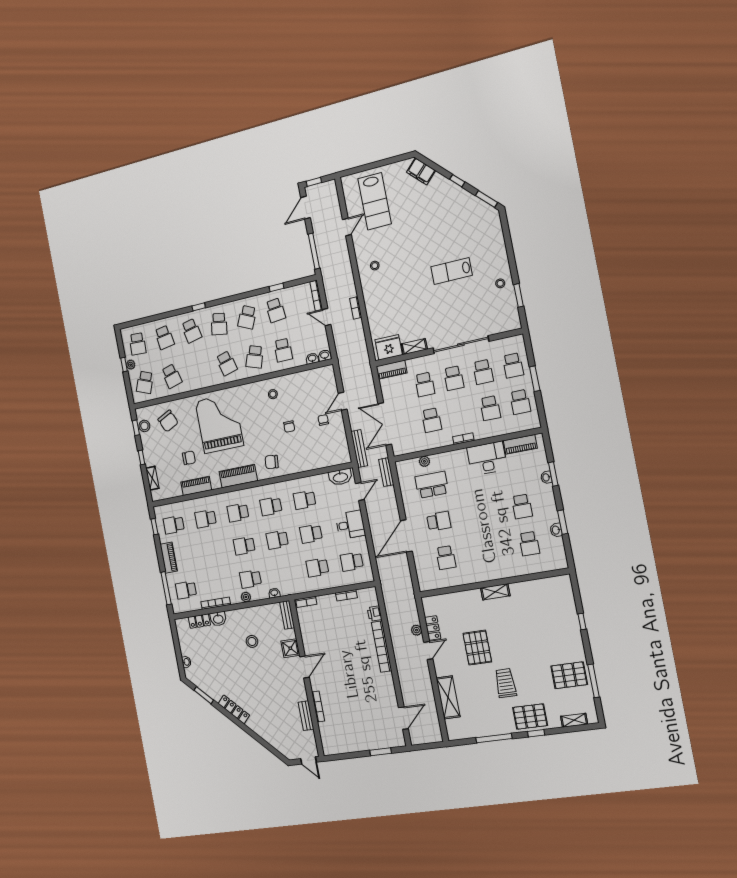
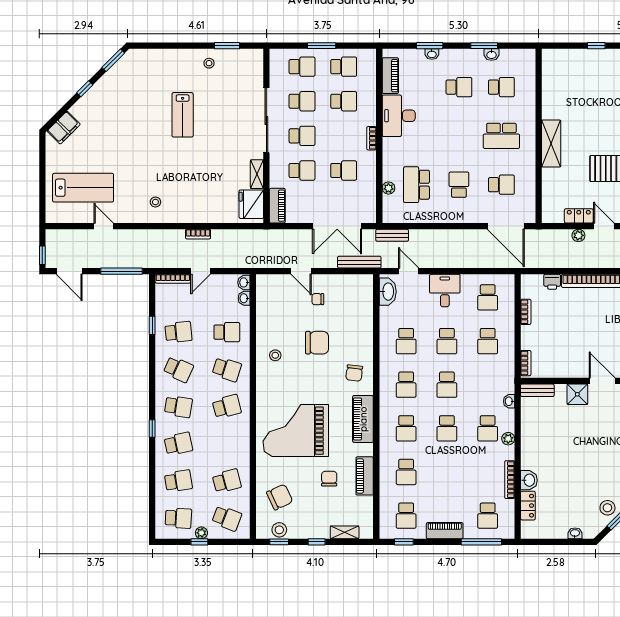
chair: (289, 427) -> (317, 343), width x1.87, depth x1.87
door: (406, 536) -> (506, 226), moved
school desk: (487, 551) -> (501, 136), added
shelving: (495, 592) -> (551, 144), width x1.50, depth x1.33
stool: (252, 641) -> (607, 508), moved

